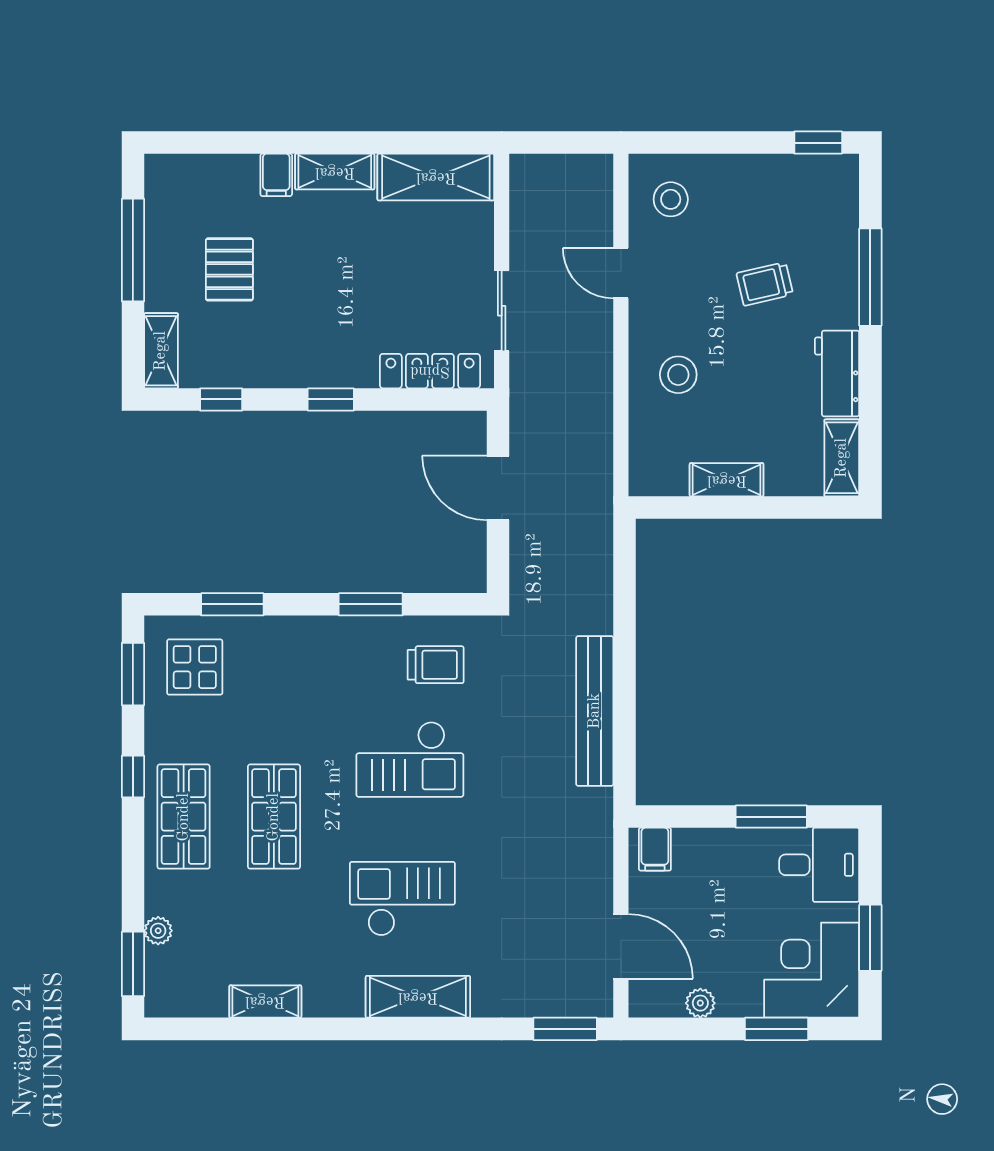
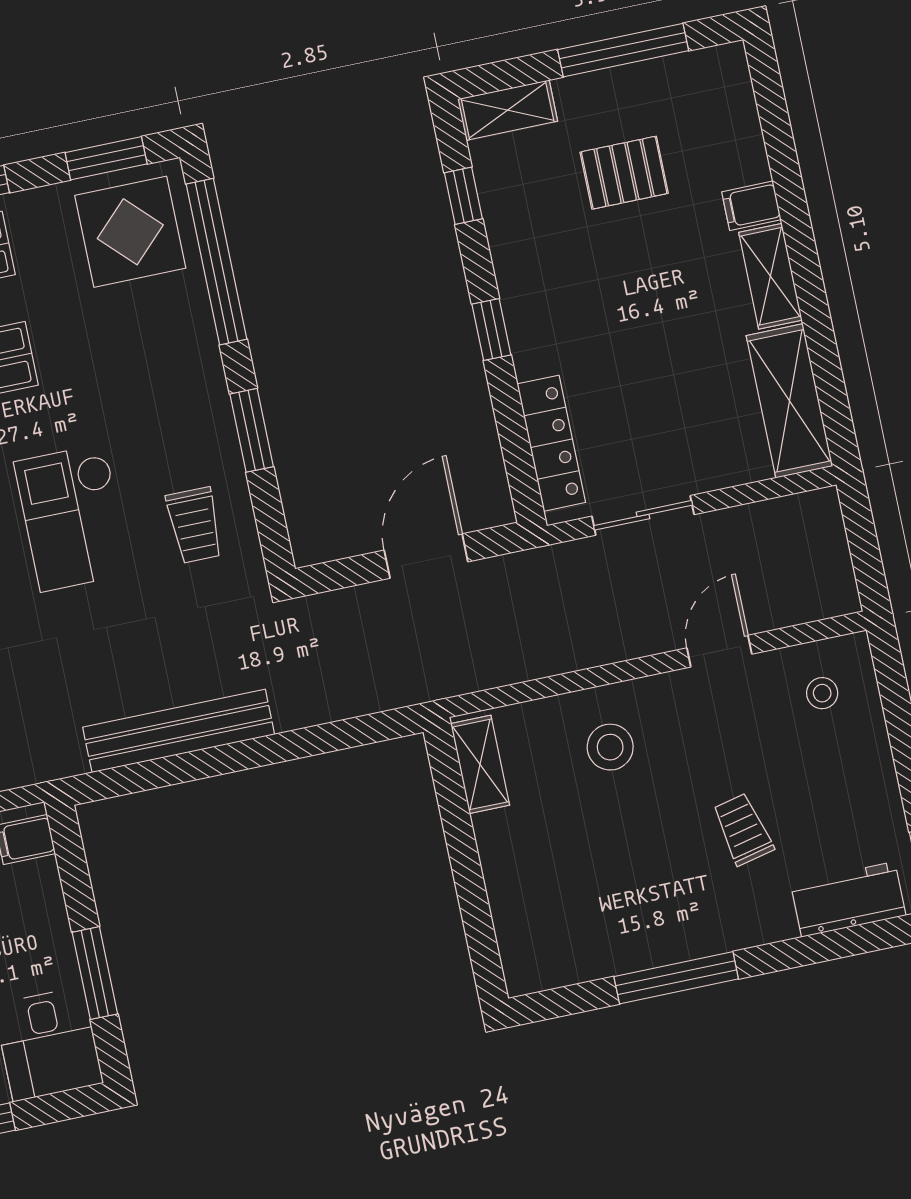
stool: (671, 199) -> (822, 693), width x0.73, depth x0.73
window: (870, 277) -> (676, 978), moved
workbench: (837, 373) -> (848, 899), moved
shelving: (842, 458) -> (550, 968), removed
shelving: (727, 480) -> (480, 764), moved
window: (232, 604) -> (216, 262), width x2.11
display table: (195, 667) -> (130, 232), width x1.36, depth x1.36

